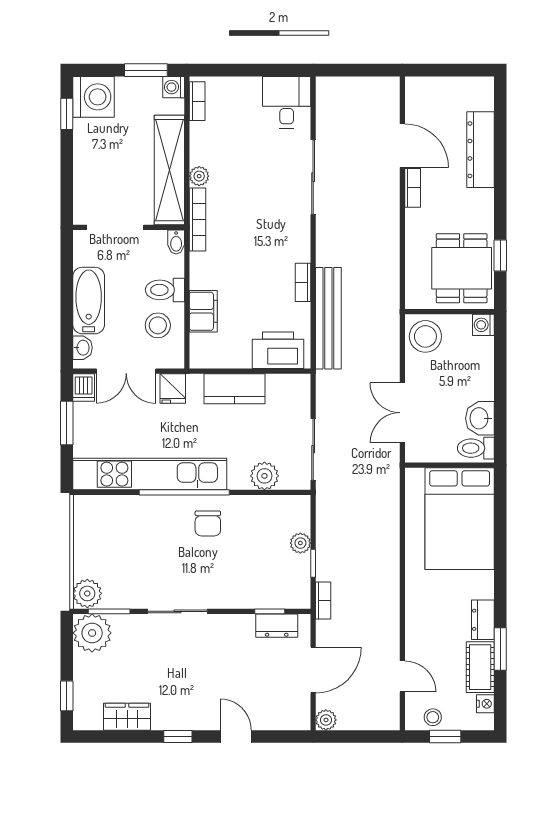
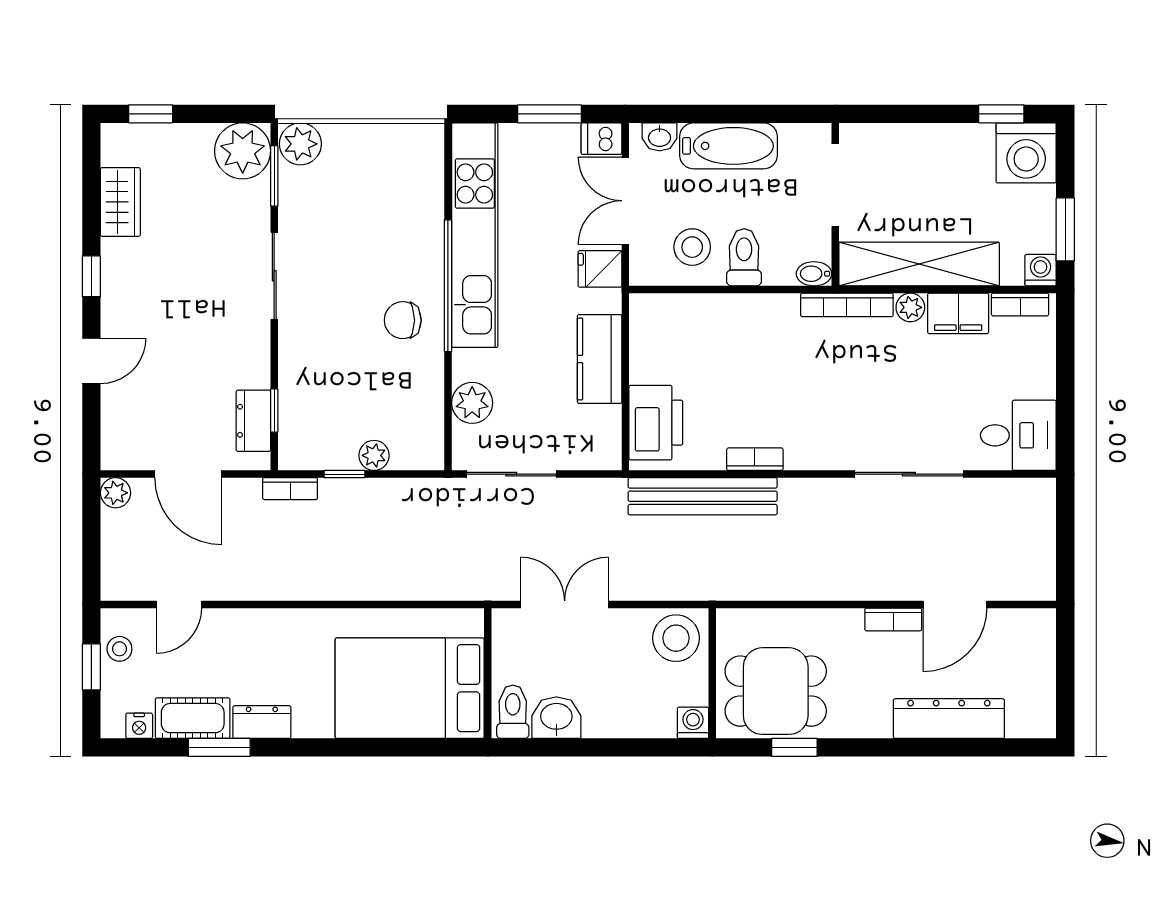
filing cabinet: (203, 311) -> (958, 313), moved

